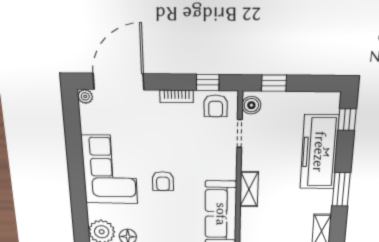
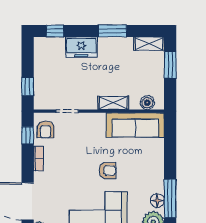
boiler: (251, 105) -> (147, 103), moved
armchair: (216, 106) -> (46, 129), turned 90
freezer: (319, 152) -> (81, 47), width x0.52, depth x0.79

